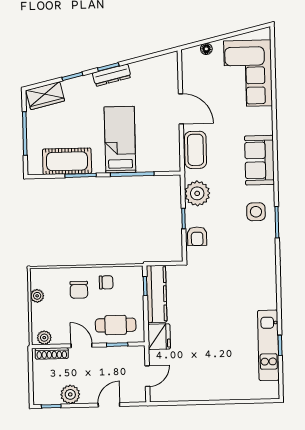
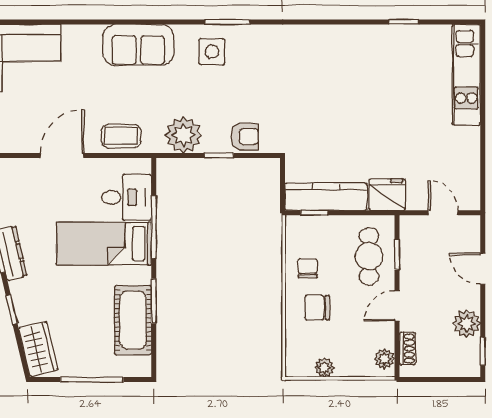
coffee table: (196, 150) -> (121, 136), width x0.73, depth x0.77
desk: (153, 155) -> (127, 197), added
chair: (79, 290) -> (317, 308), turned 180
kitchen unit: (268, 345) -> (466, 75), moved, turned 90
shoe rack: (52, 353) -> (407, 349), width x0.70

